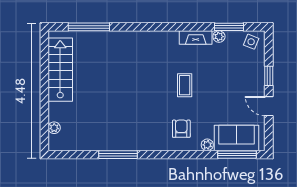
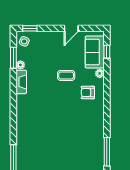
window: (269, 76) -> (30, 28), moved
coffee table: (185, 85) -> (66, 75), moved
window: (118, 155) -> (107, 152), moved
window: (237, 155) -> (107, 52), width x0.46

